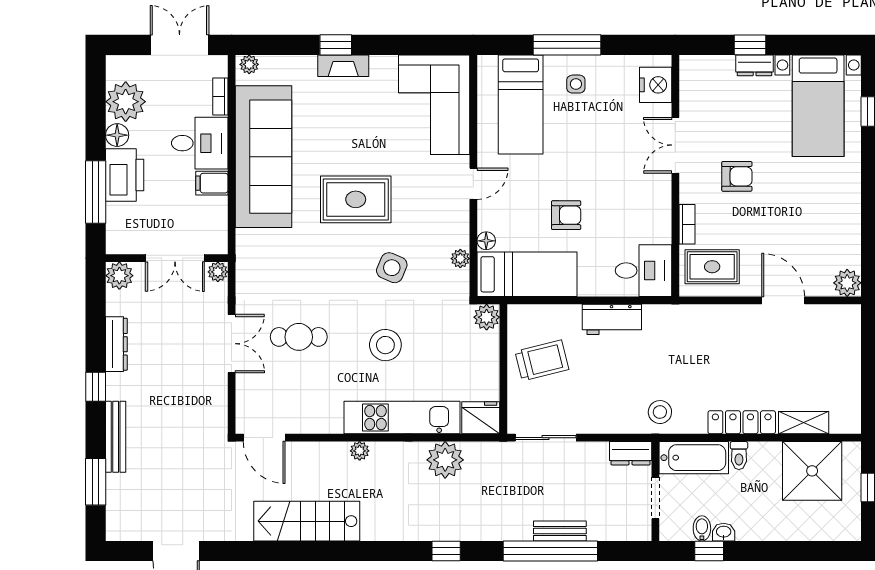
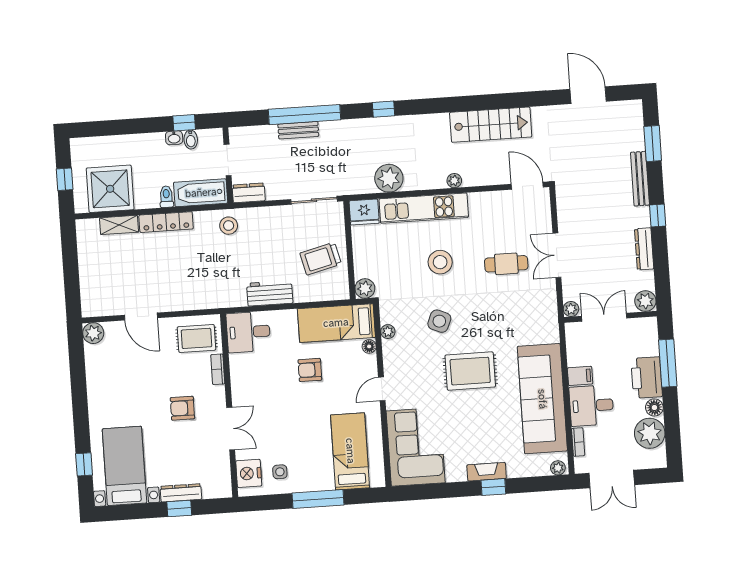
dresser: (755, 65) -> (181, 493), width x1.44
side table: (576, 84) -> (280, 472), moved

